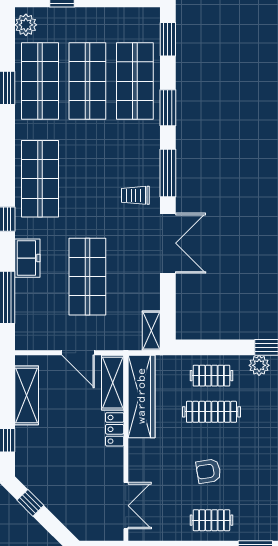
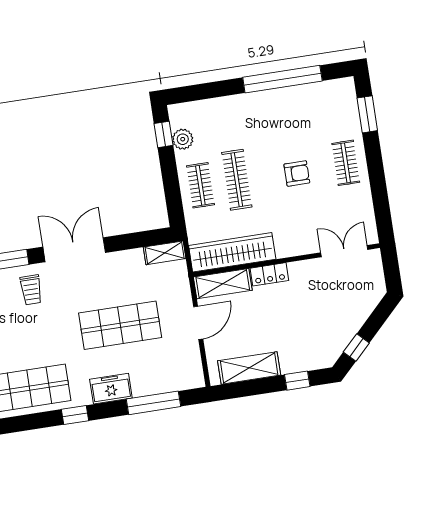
armchair: (208, 471) -> (297, 173), turned -81

